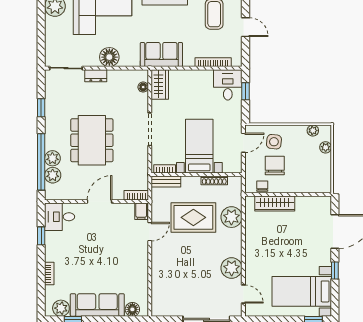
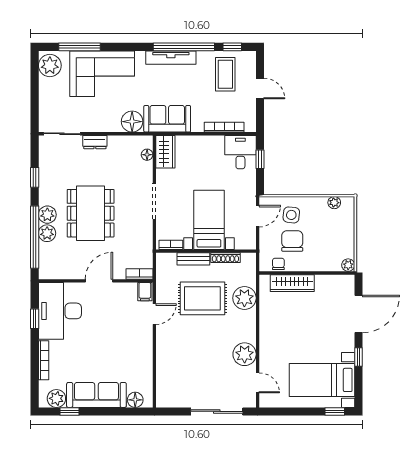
floor lamp: (109, 57) -> (132, 122), moved
plant: (326, 147) -> (348, 265), moved
plant: (53, 175) -> (47, 215), moved
bench: (166, 182) -> (193, 259), moved
desk: (60, 217) -> (60, 311), width x1.87, depth x1.30
bookcase: (49, 274) -> (44, 360), width x1.56

